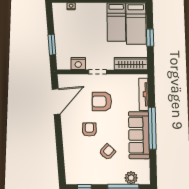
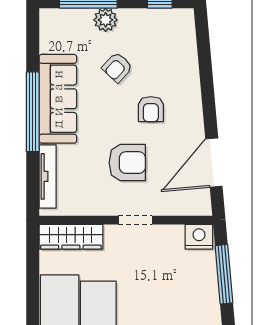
window: (150, 38) -> (33, 289), removed
window: (52, 45) -> (224, 274), width x1.44
nightstand: (78, 63) -> (199, 237), moved
plant: (131, 178) -> (106, 20), moved

